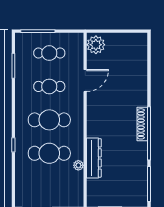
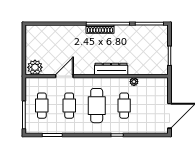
door: (85, 81) -> (64, 76), hinge flipped
cafe table: (49, 153) -> (124, 106), width x0.73, depth x0.74
dresser: (94, 158) -> (111, 69), moved

